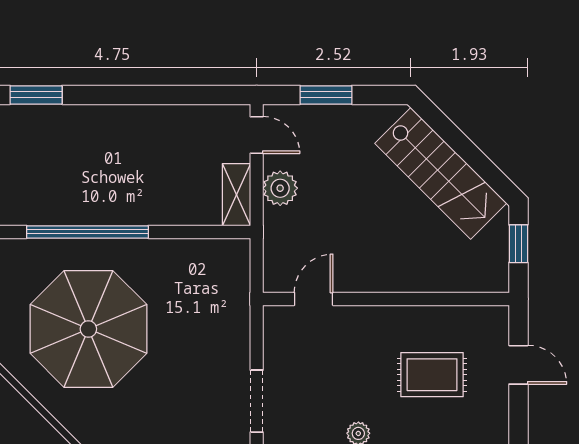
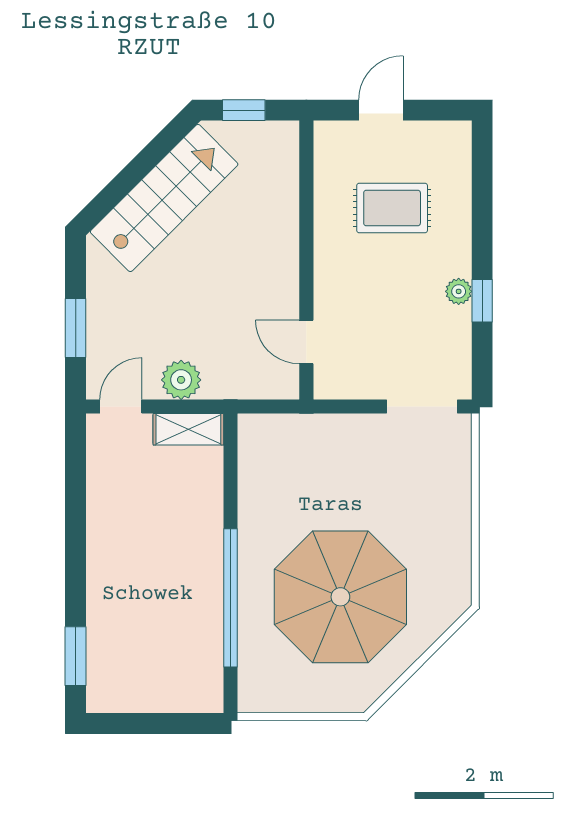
rug: (432, 375) -> (392, 208), turned 90

